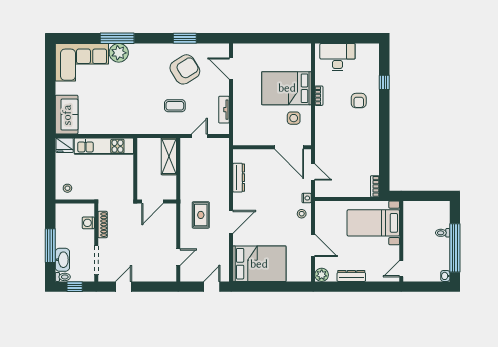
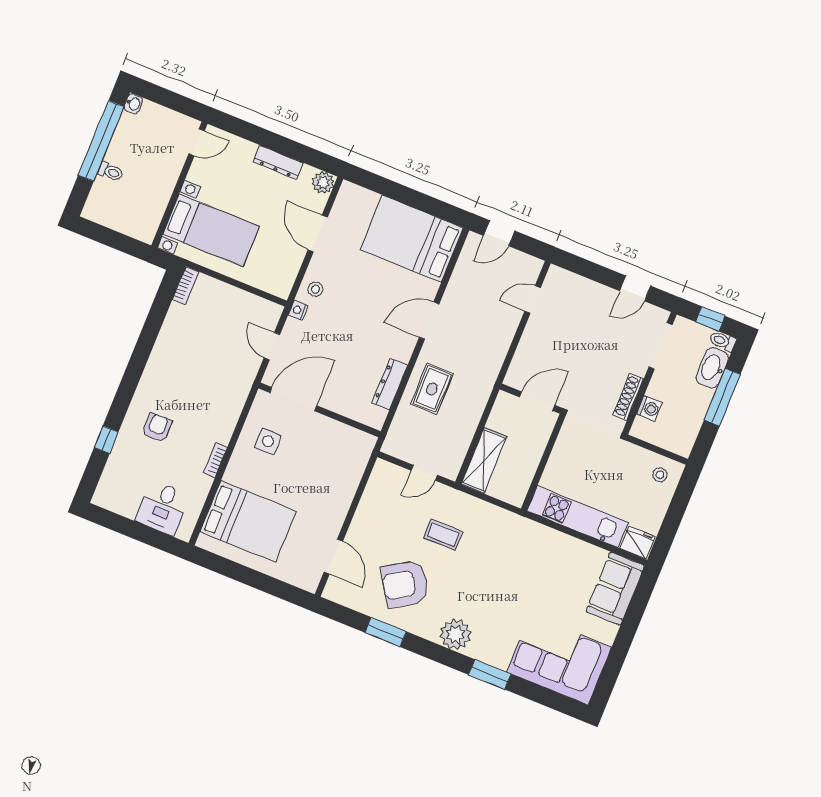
window: (117, 38) -> (490, 674), width x0.69
plant: (119, 53) -> (455, 634), moved
desk: (337, 57) -> (162, 508), width x0.73
bed: (287, 88) -> (248, 522), moved
tv unit: (224, 110) -> (370, 498), removed
door: (289, 147) -> (293, 399), hinge flipped
rug: (201, 215) -> (432, 389), moved

